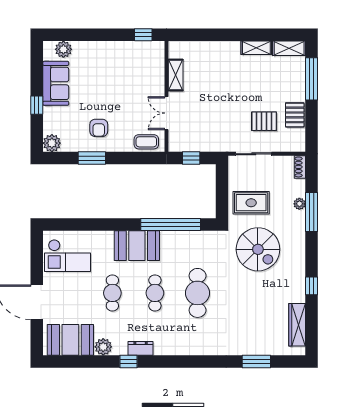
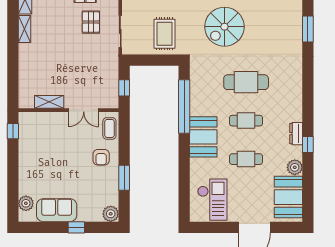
armchair: (99, 128) -> (101, 157), moved, turned 90
spiral stairs: (258, 249) -> (224, 27), moved, turned 180

